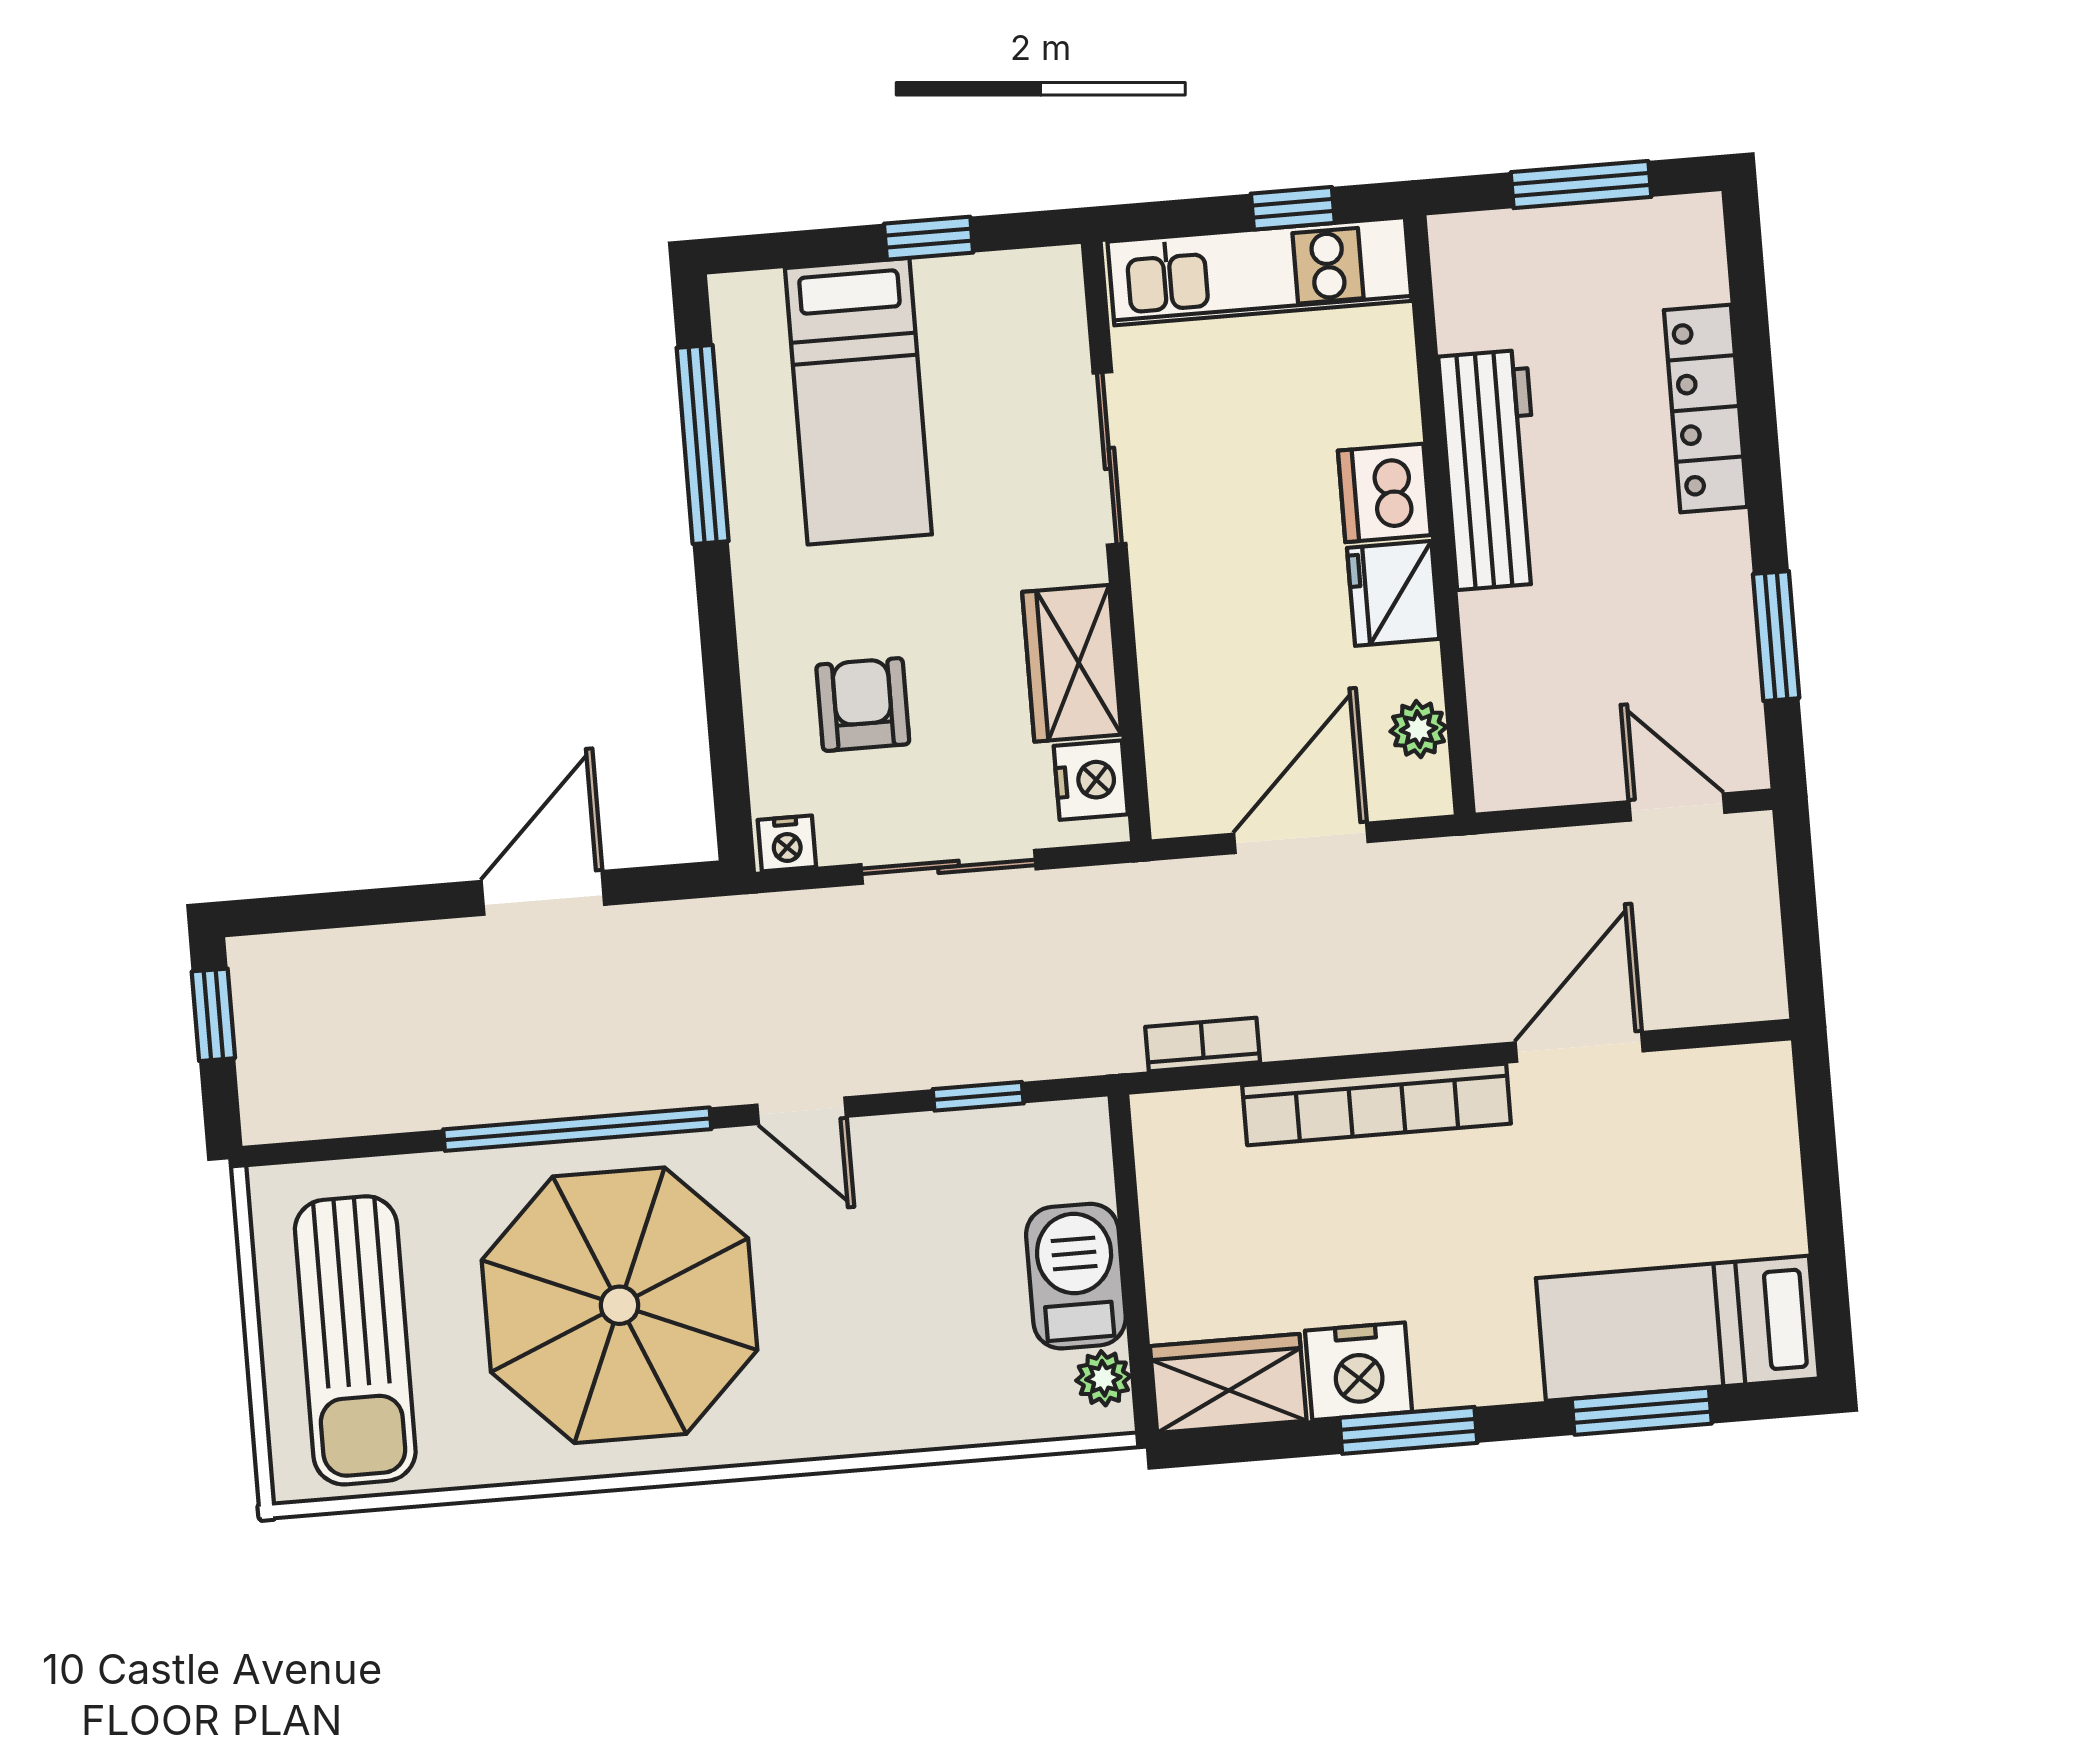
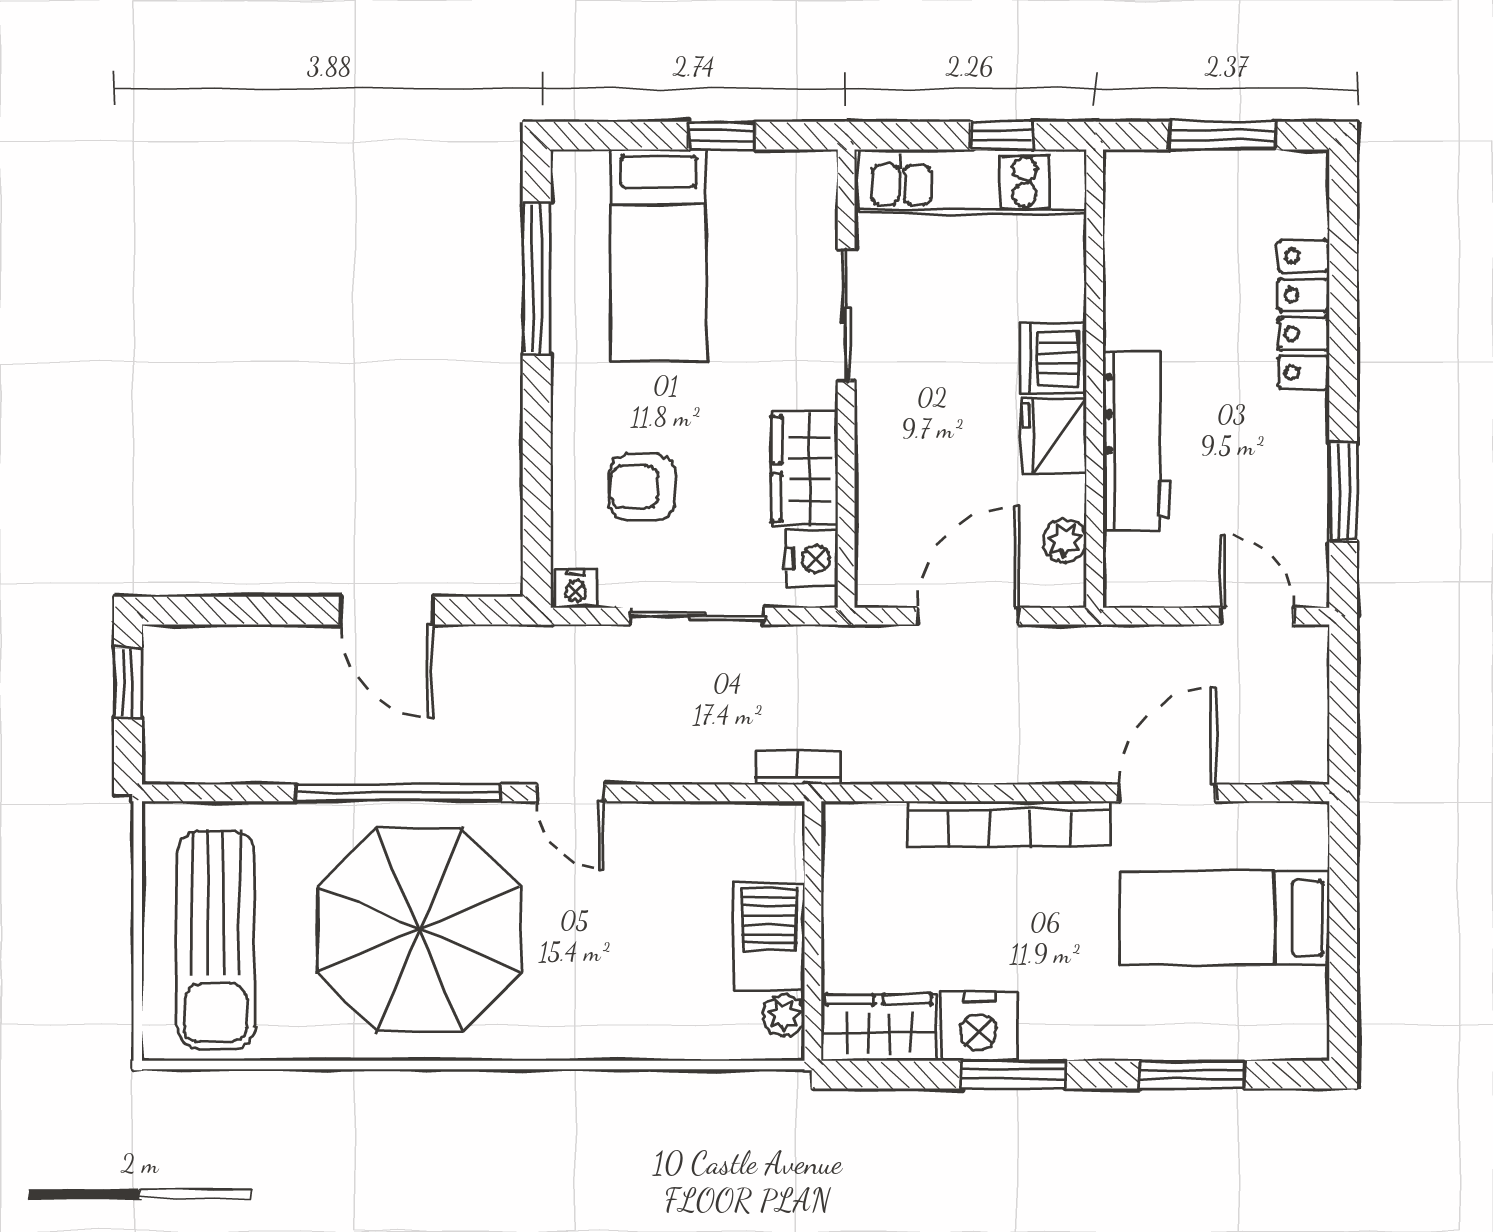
workbench: (1491, 470) -> (1137, 441), moved
armchair: (863, 704) -> (643, 487), turned -90
door: (543, 893) -> (387, 611), swing flipped
bookcase: (1203, 1045) -> (798, 768), moved
window: (978, 1096) -> (706, 793), removed
bed: (1677, 1328) -> (1225, 918), moved

